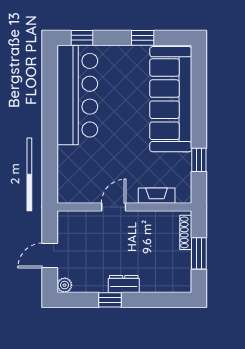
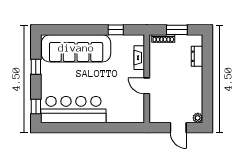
dresser: (124, 284) -> (197, 56), moved
window: (110, 300) -> (207, 88), removed

